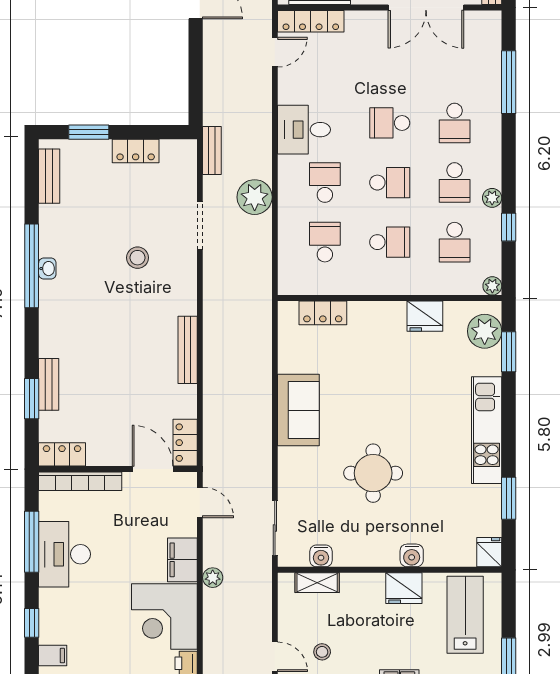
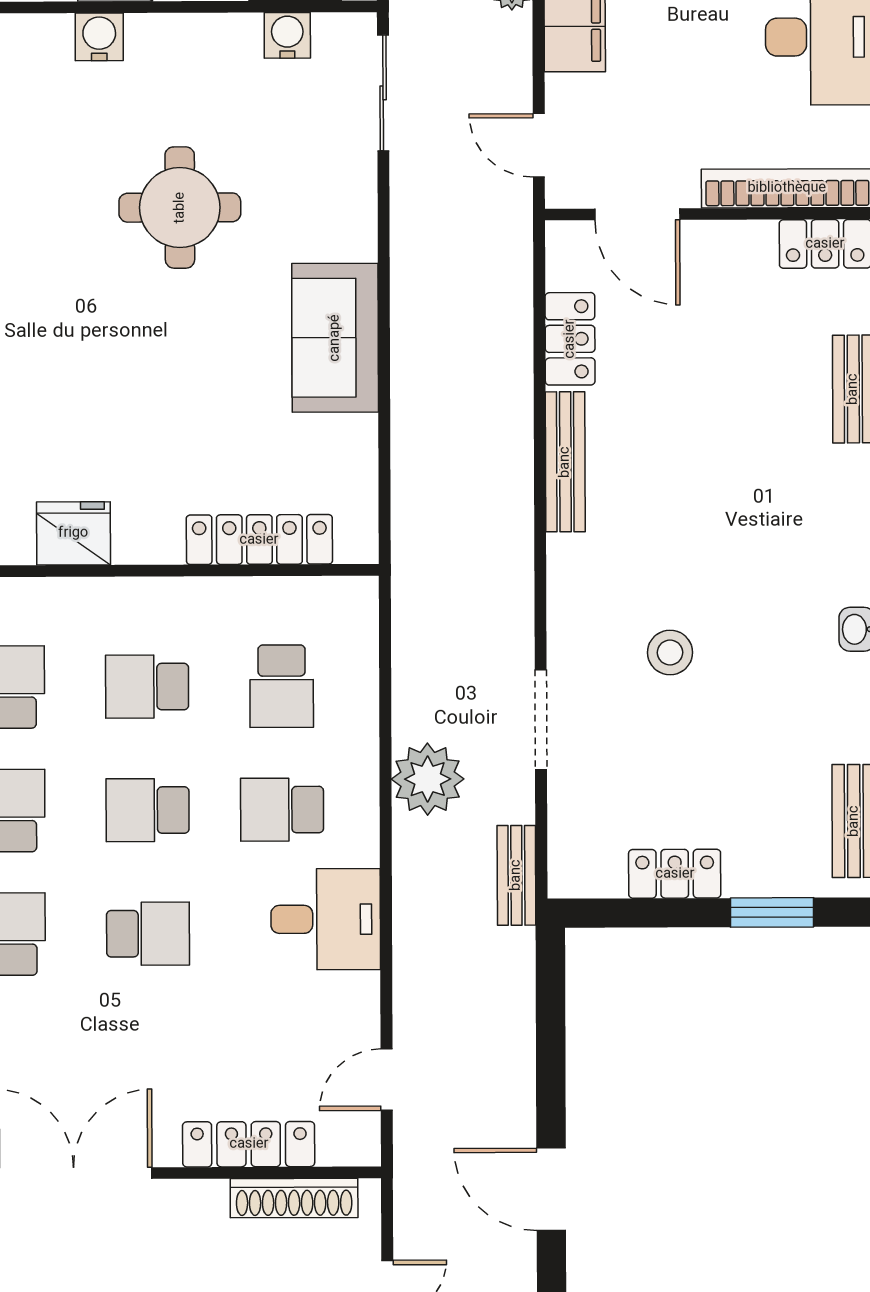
locker: (311, 21) -> (249, 1144), moved
school desk: (325, 183) -> (282, 810), turned 90
locker: (323, 313) -> (259, 540), width x1.53
locker: (185, 443) -> (570, 339), moved

